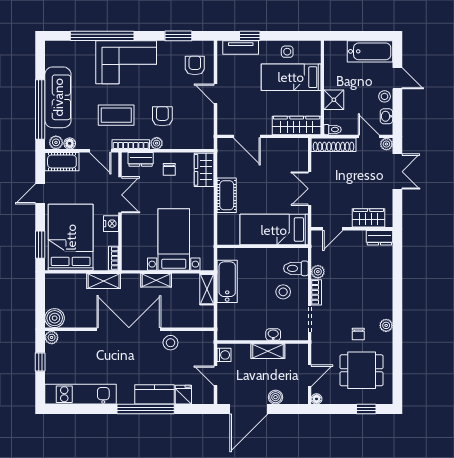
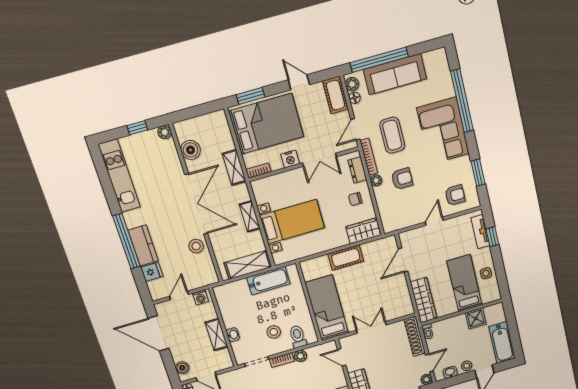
shower: (334, 100) -> (476, 318), moved
shelving: (207, 289) -> (248, 265), width x1.50, depth x1.33
boiler: (55, 318) -> (191, 150), moved
boiler: (275, 397) -> (182, 368), moved

